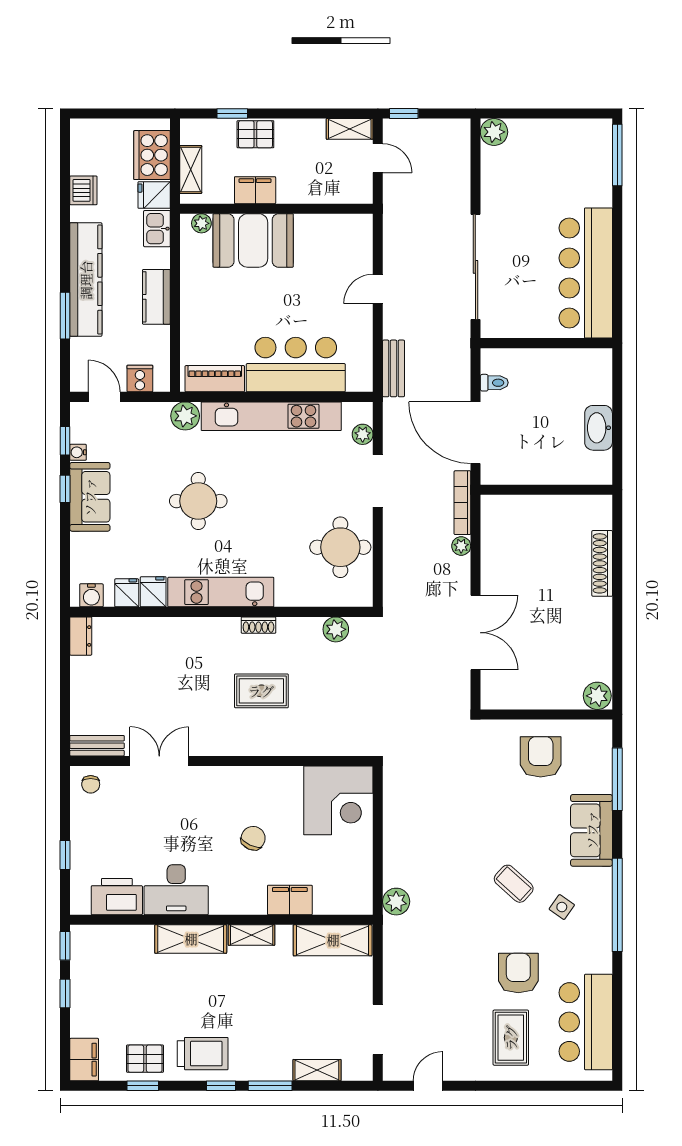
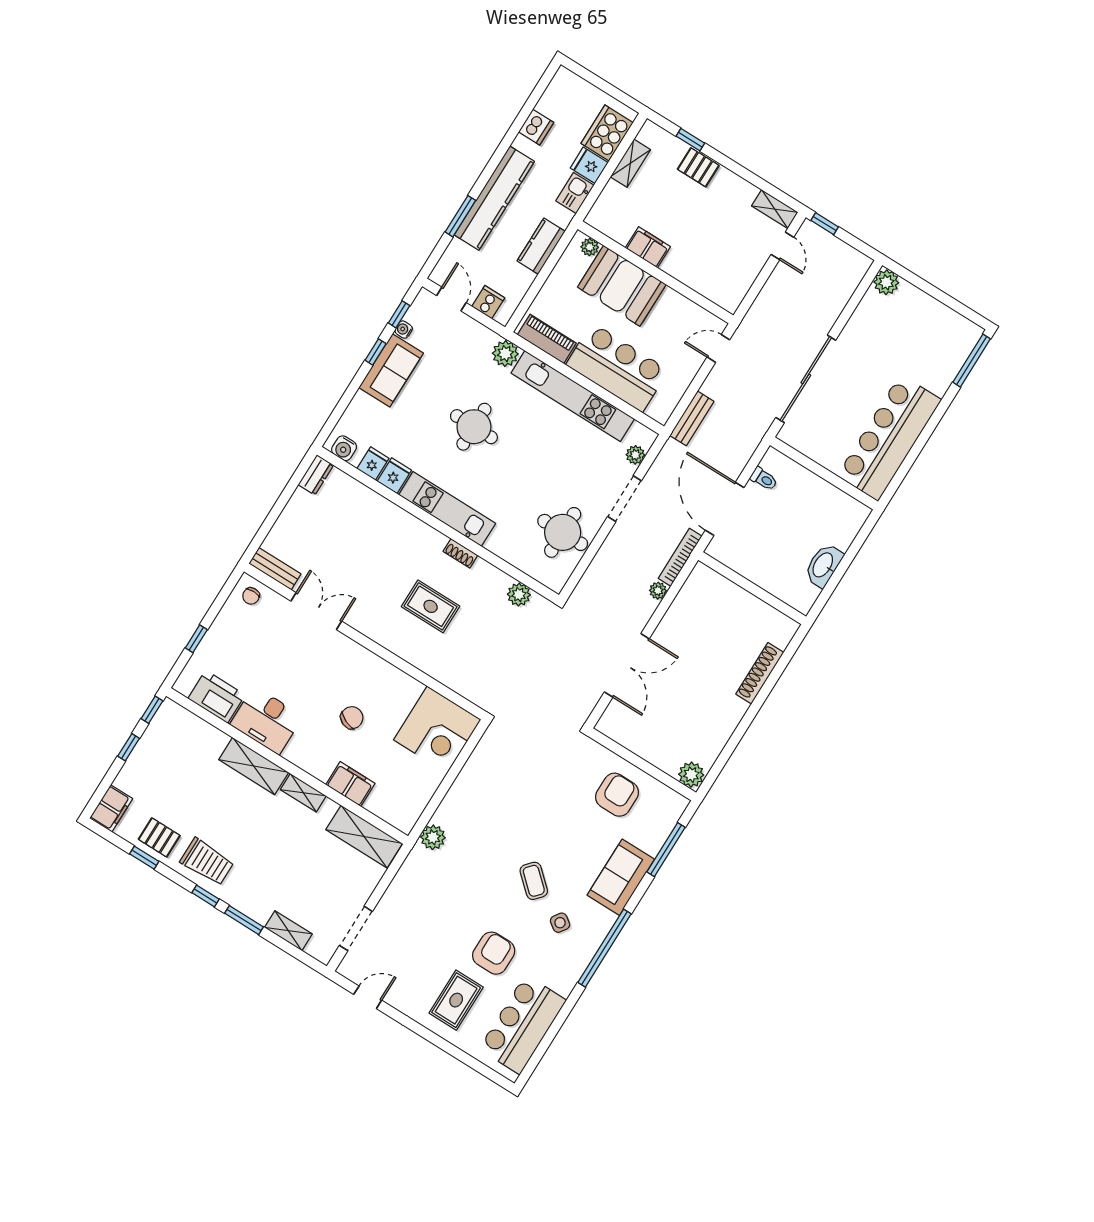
filing cabinet: (255, 190) -> (648, 247), moved
wall: (276, 209) -> (656, 272), moved
plant: (201, 223) -> (590, 247), moved
booth: (253, 240) -> (622, 286), moved

